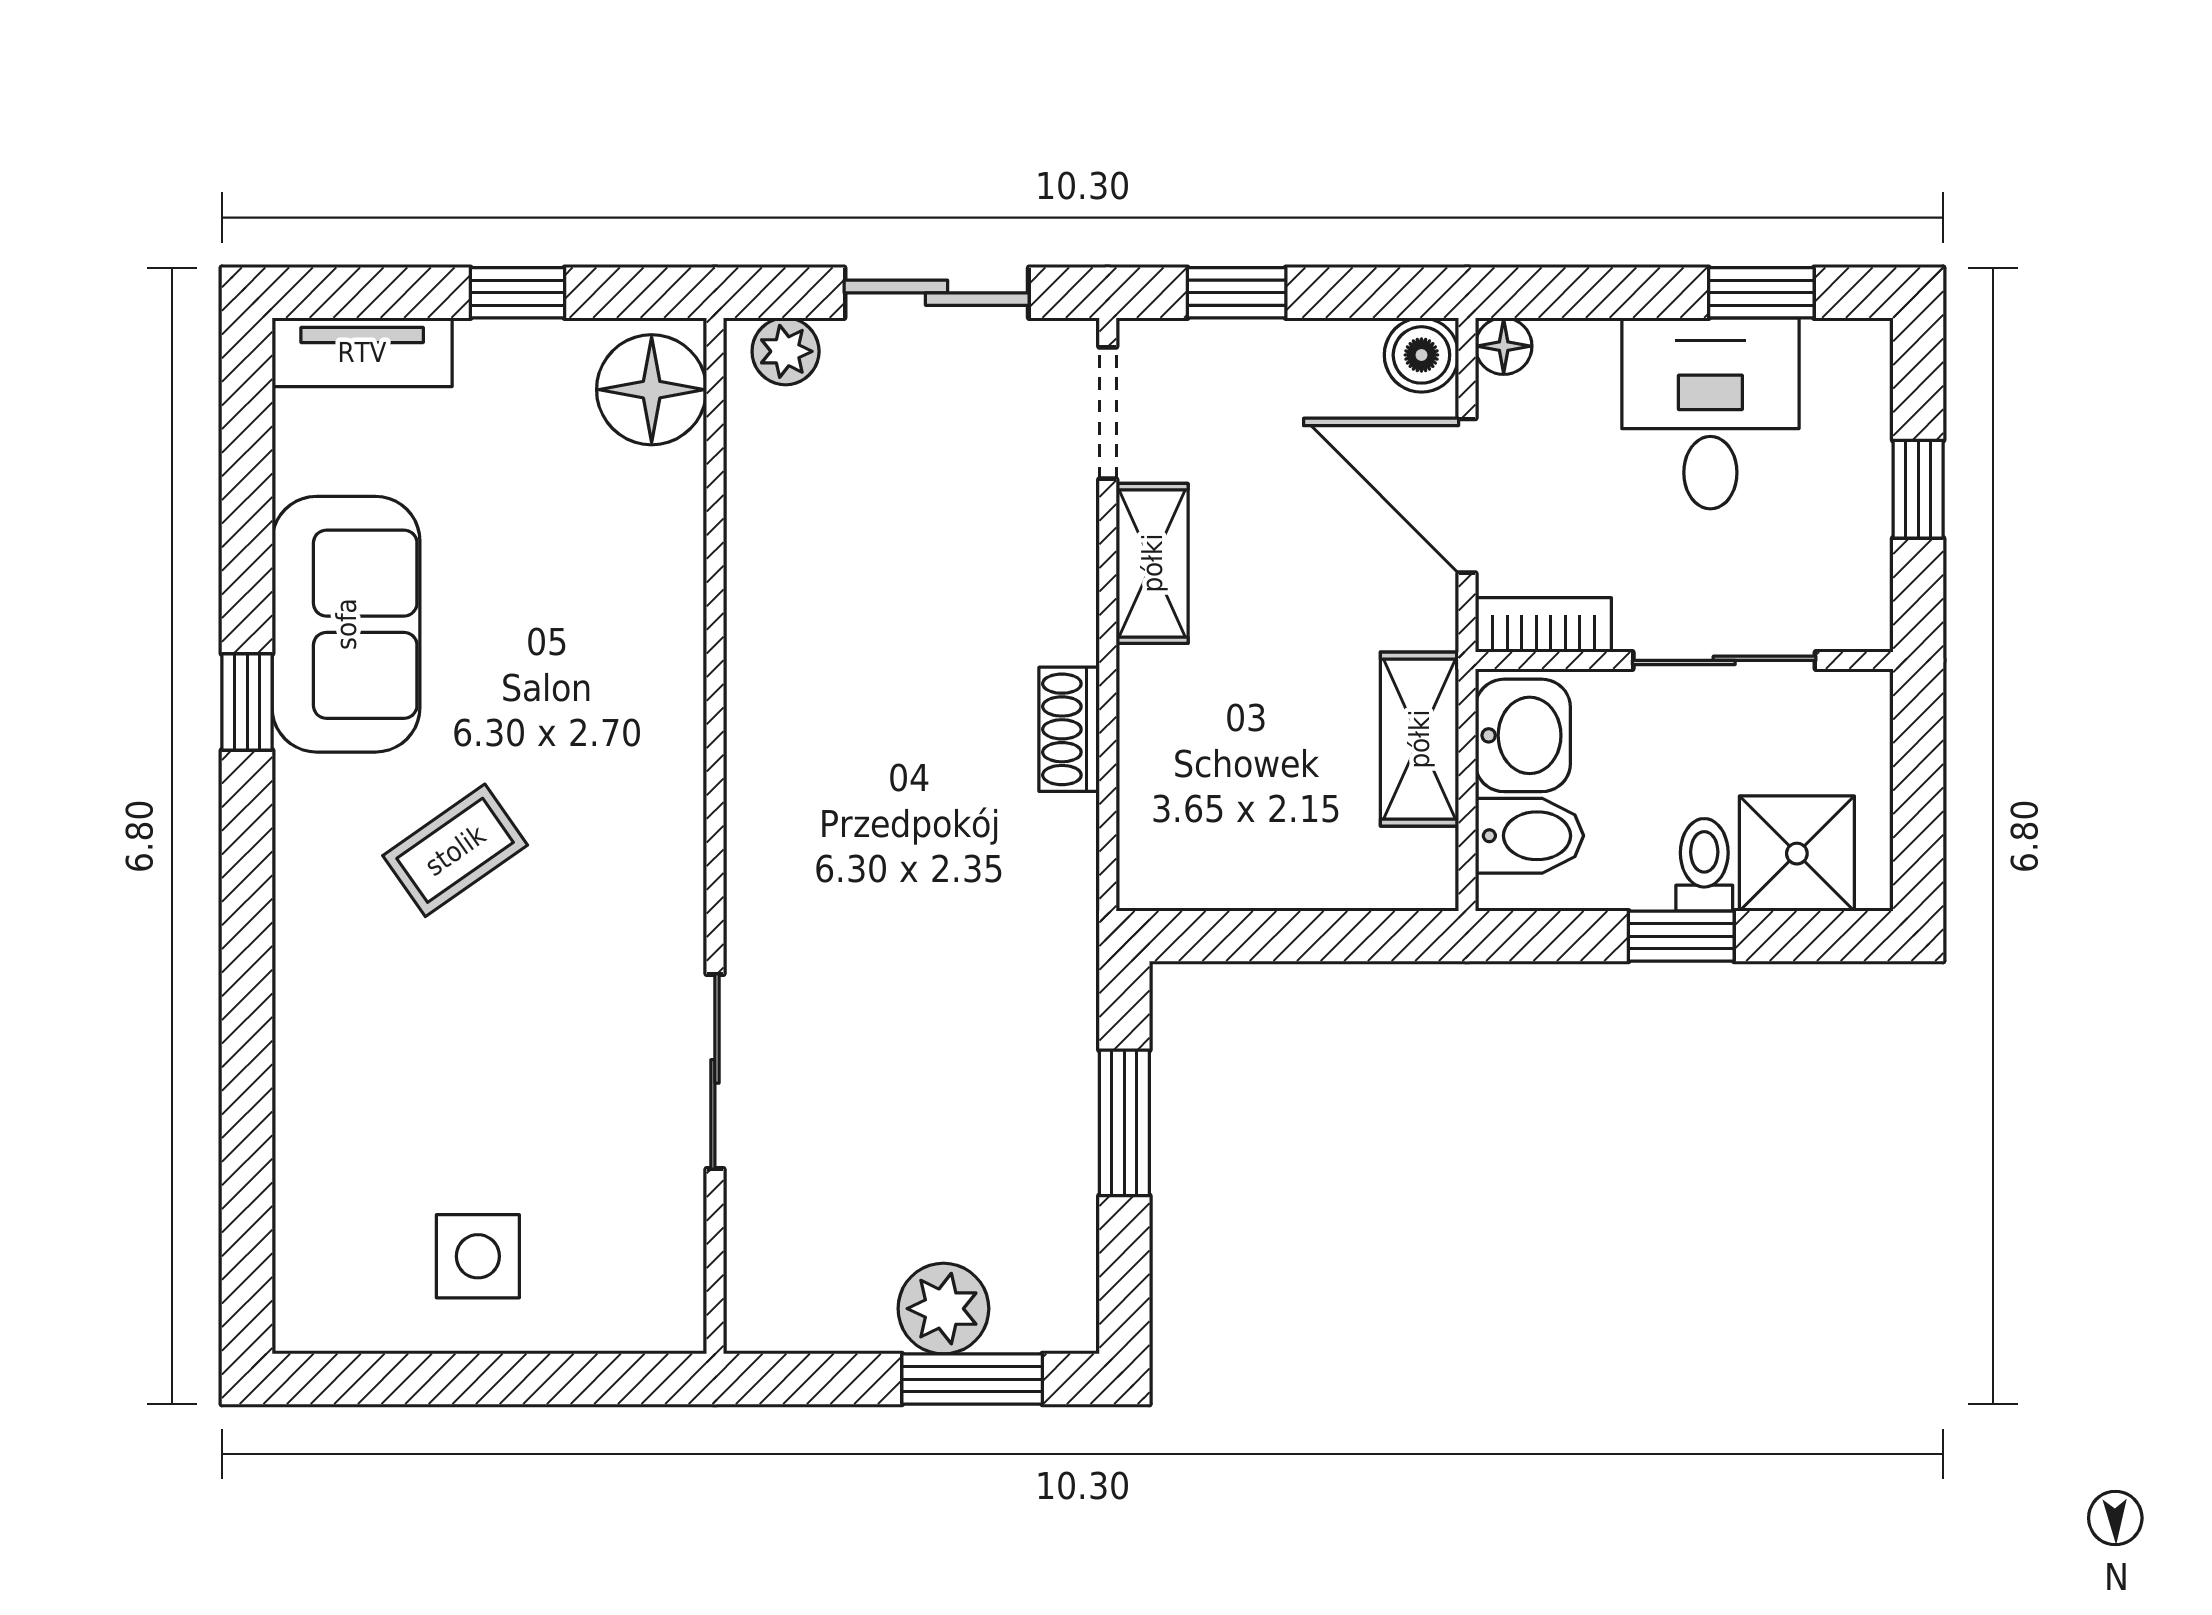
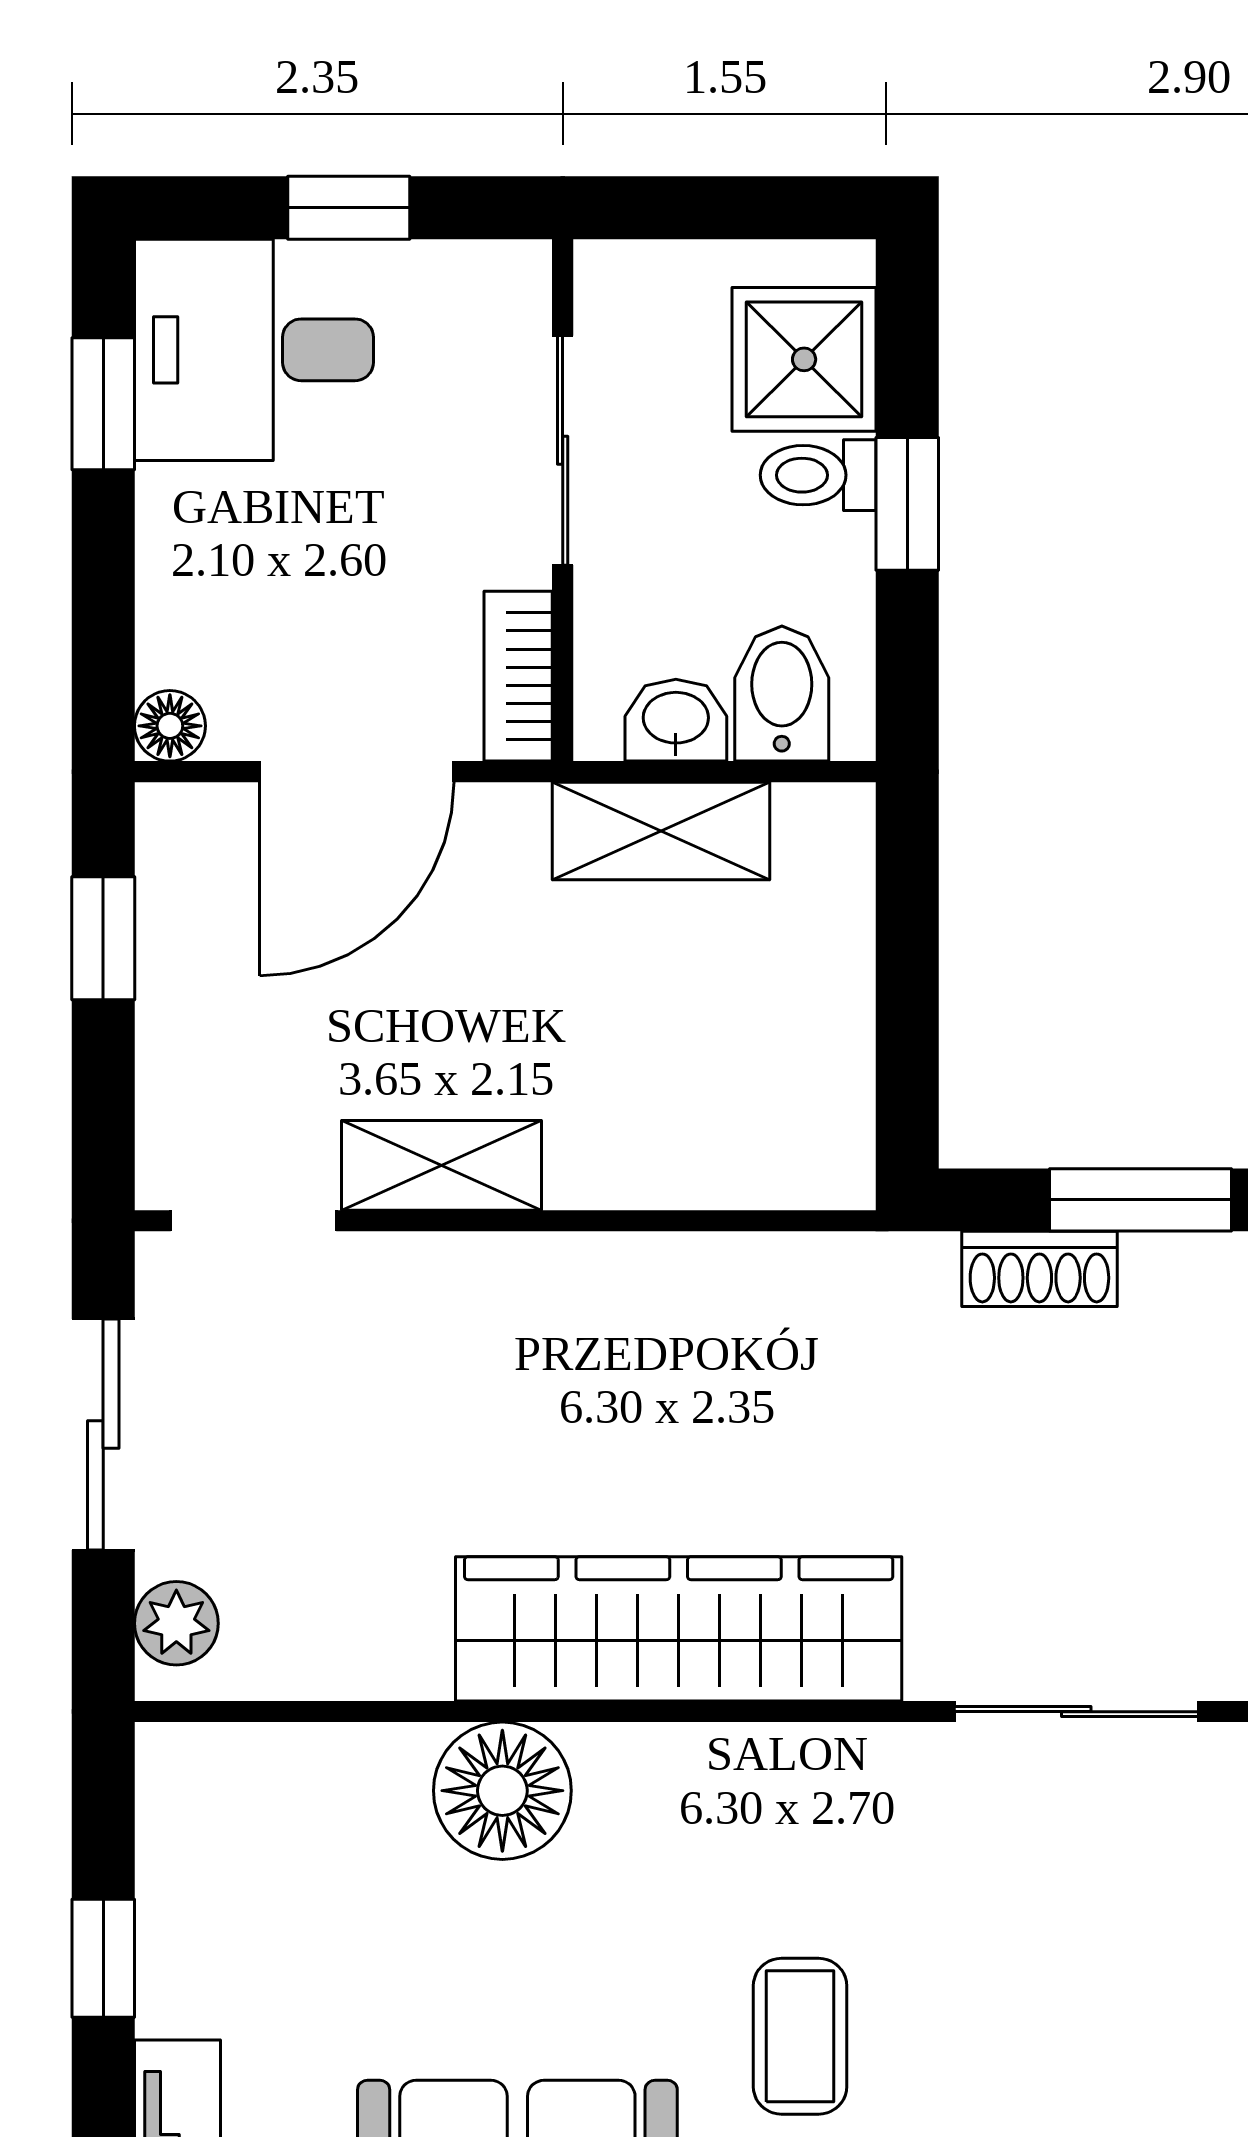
window: (1237, 293) -> (103, 938), moved
boiler: (1421, 355) -> (181, 829), removed
floor lamp: (652, 390) -> (502, 1791), moved
desk: (1710, 413) -> (254, 350), moved
shoe rack: (1069, 729) -> (1039, 1269), moved
washbasin: (1523, 735) -> (676, 720), width x0.72, depth x0.69
wardrobe: (781, 753) -> (679, 1629), added
coffee table: (455, 850) -> (800, 2036), turned 35

